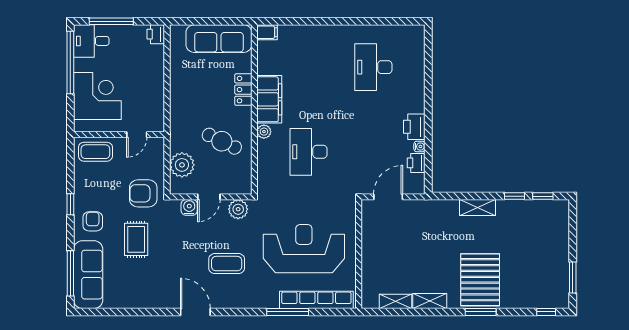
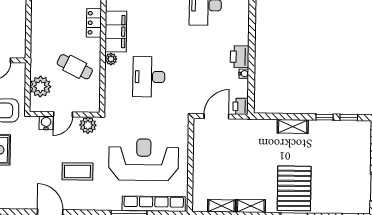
printer: (416, 163) -> (241, 106), moved

